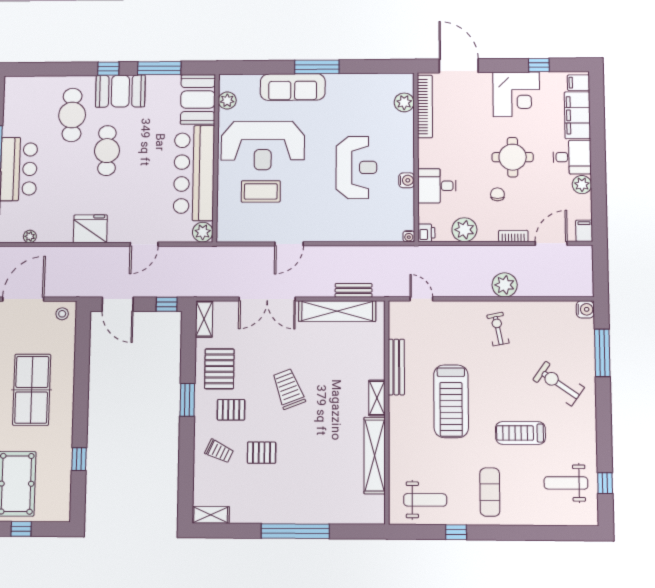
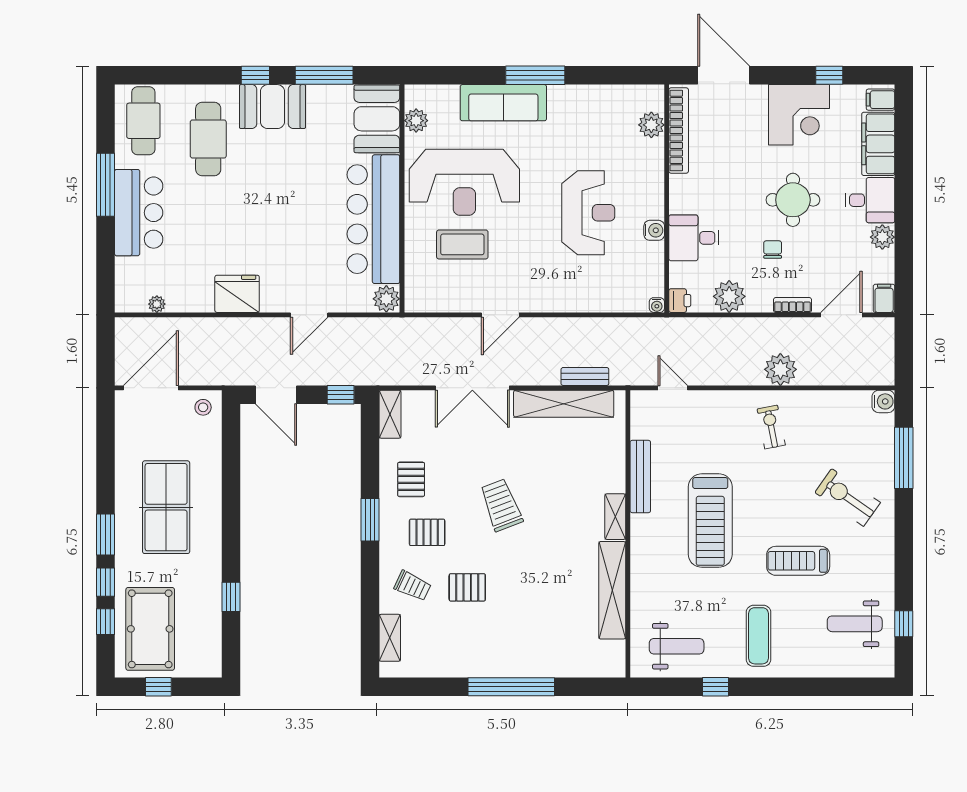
cafe table: (107, 151) -> (143, 121), moved
pallet: (219, 369) -> (411, 479), width x0.67, depth x0.71
shelving: (211, 515) -> (390, 638), moved, turned 90

